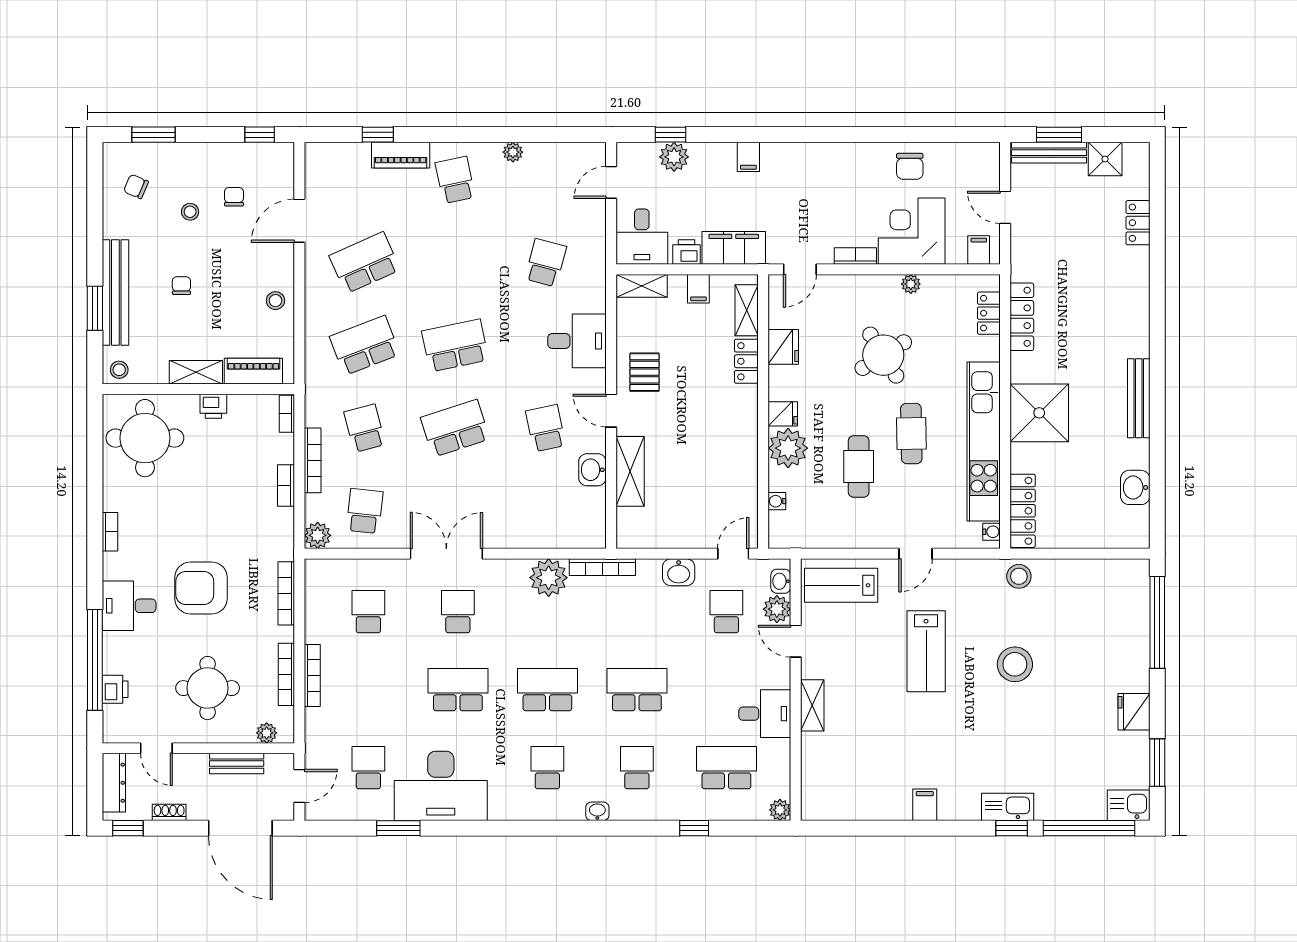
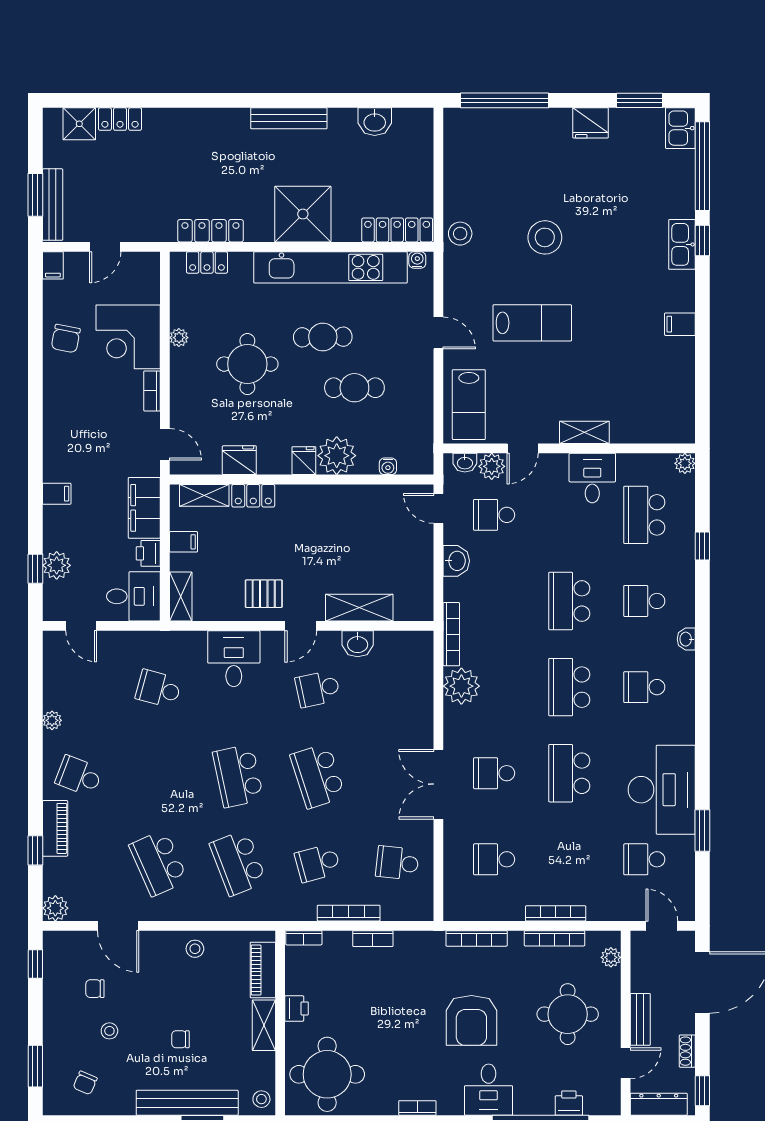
shower: (1105, 159) -> (79, 124), moved
chair: (910, 166) -> (66, 339), turned 101
school desk: (455, 180) -> (79, 776), turned 33
filing cabinet: (979, 250) -> (53, 265), moved, turned -90
round table: (883, 355) -> (247, 364), turned 32
plant: (318, 535) -> (55, 908), moved
bench: (237, 764) -> (640, 1019), moved

